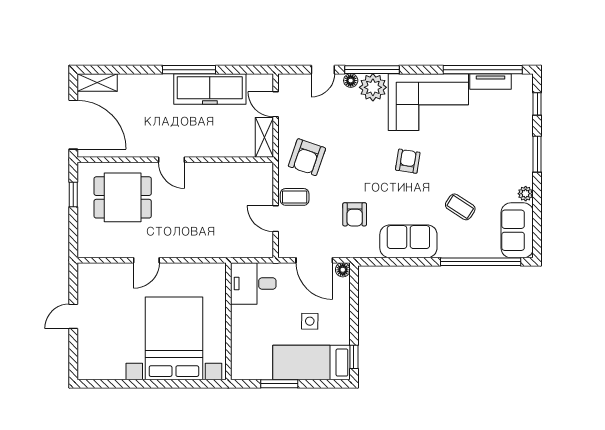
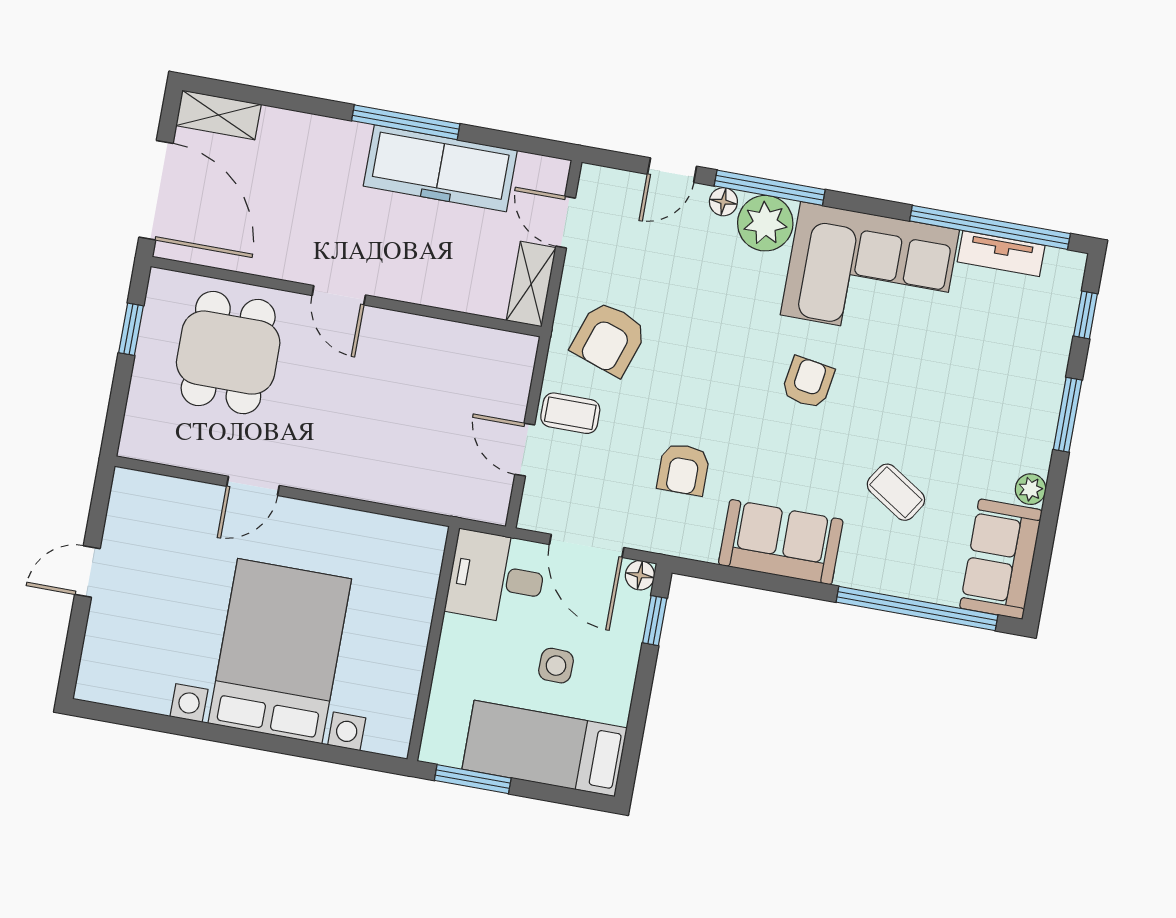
dining table: (123, 197) -> (228, 353), turned 90
desk: (253, 284) -> (496, 578), moved
wall: (228, 321) -> (433, 644), moved
window: (354, 357) -> (655, 621), moved

